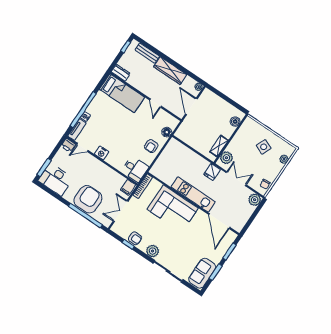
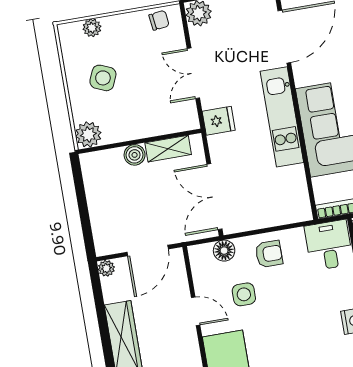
door: (155, 103) -> (196, 311), hinge flipped
boiler: (235, 122) -> (135, 155), moved
side table: (146, 125) -> (244, 294), added
double door: (188, 146) -> (215, 197), added
plant: (226, 158) -> (88, 135), moved

